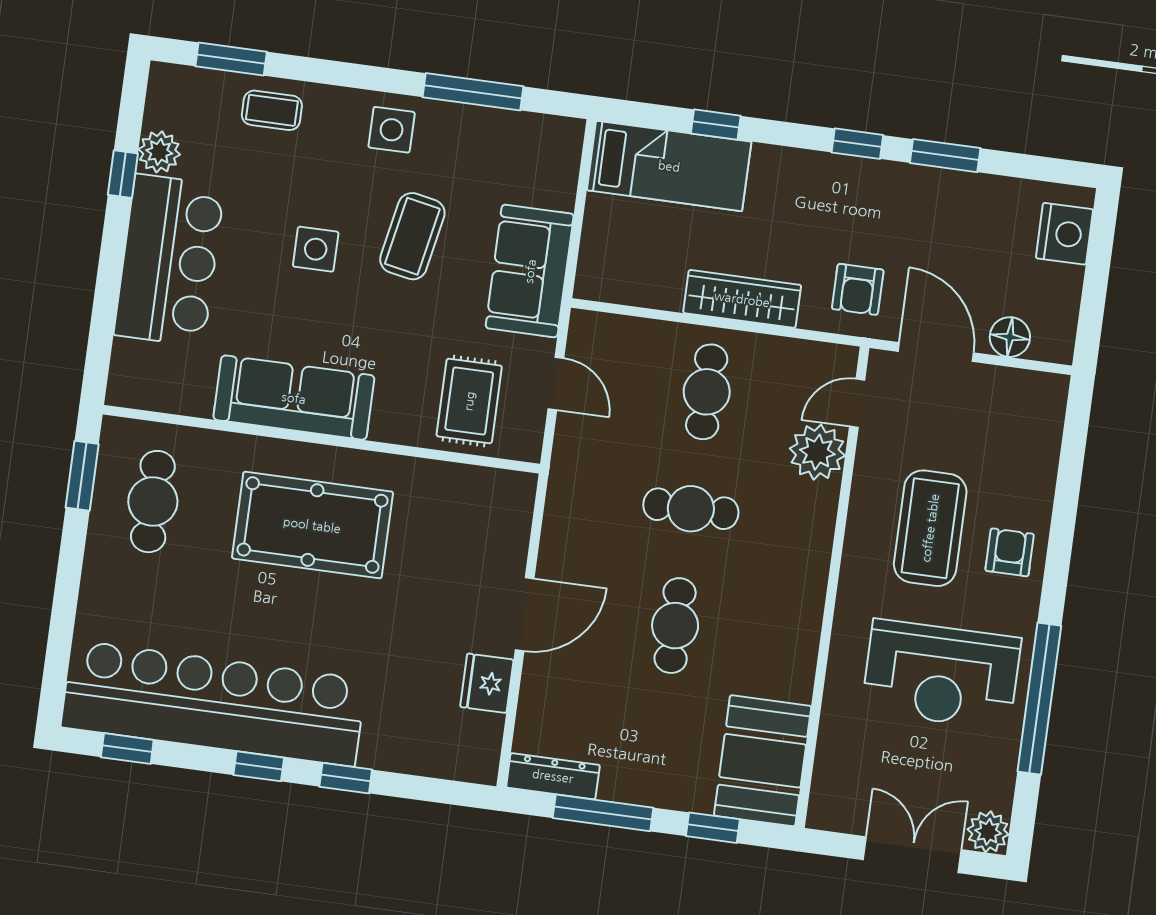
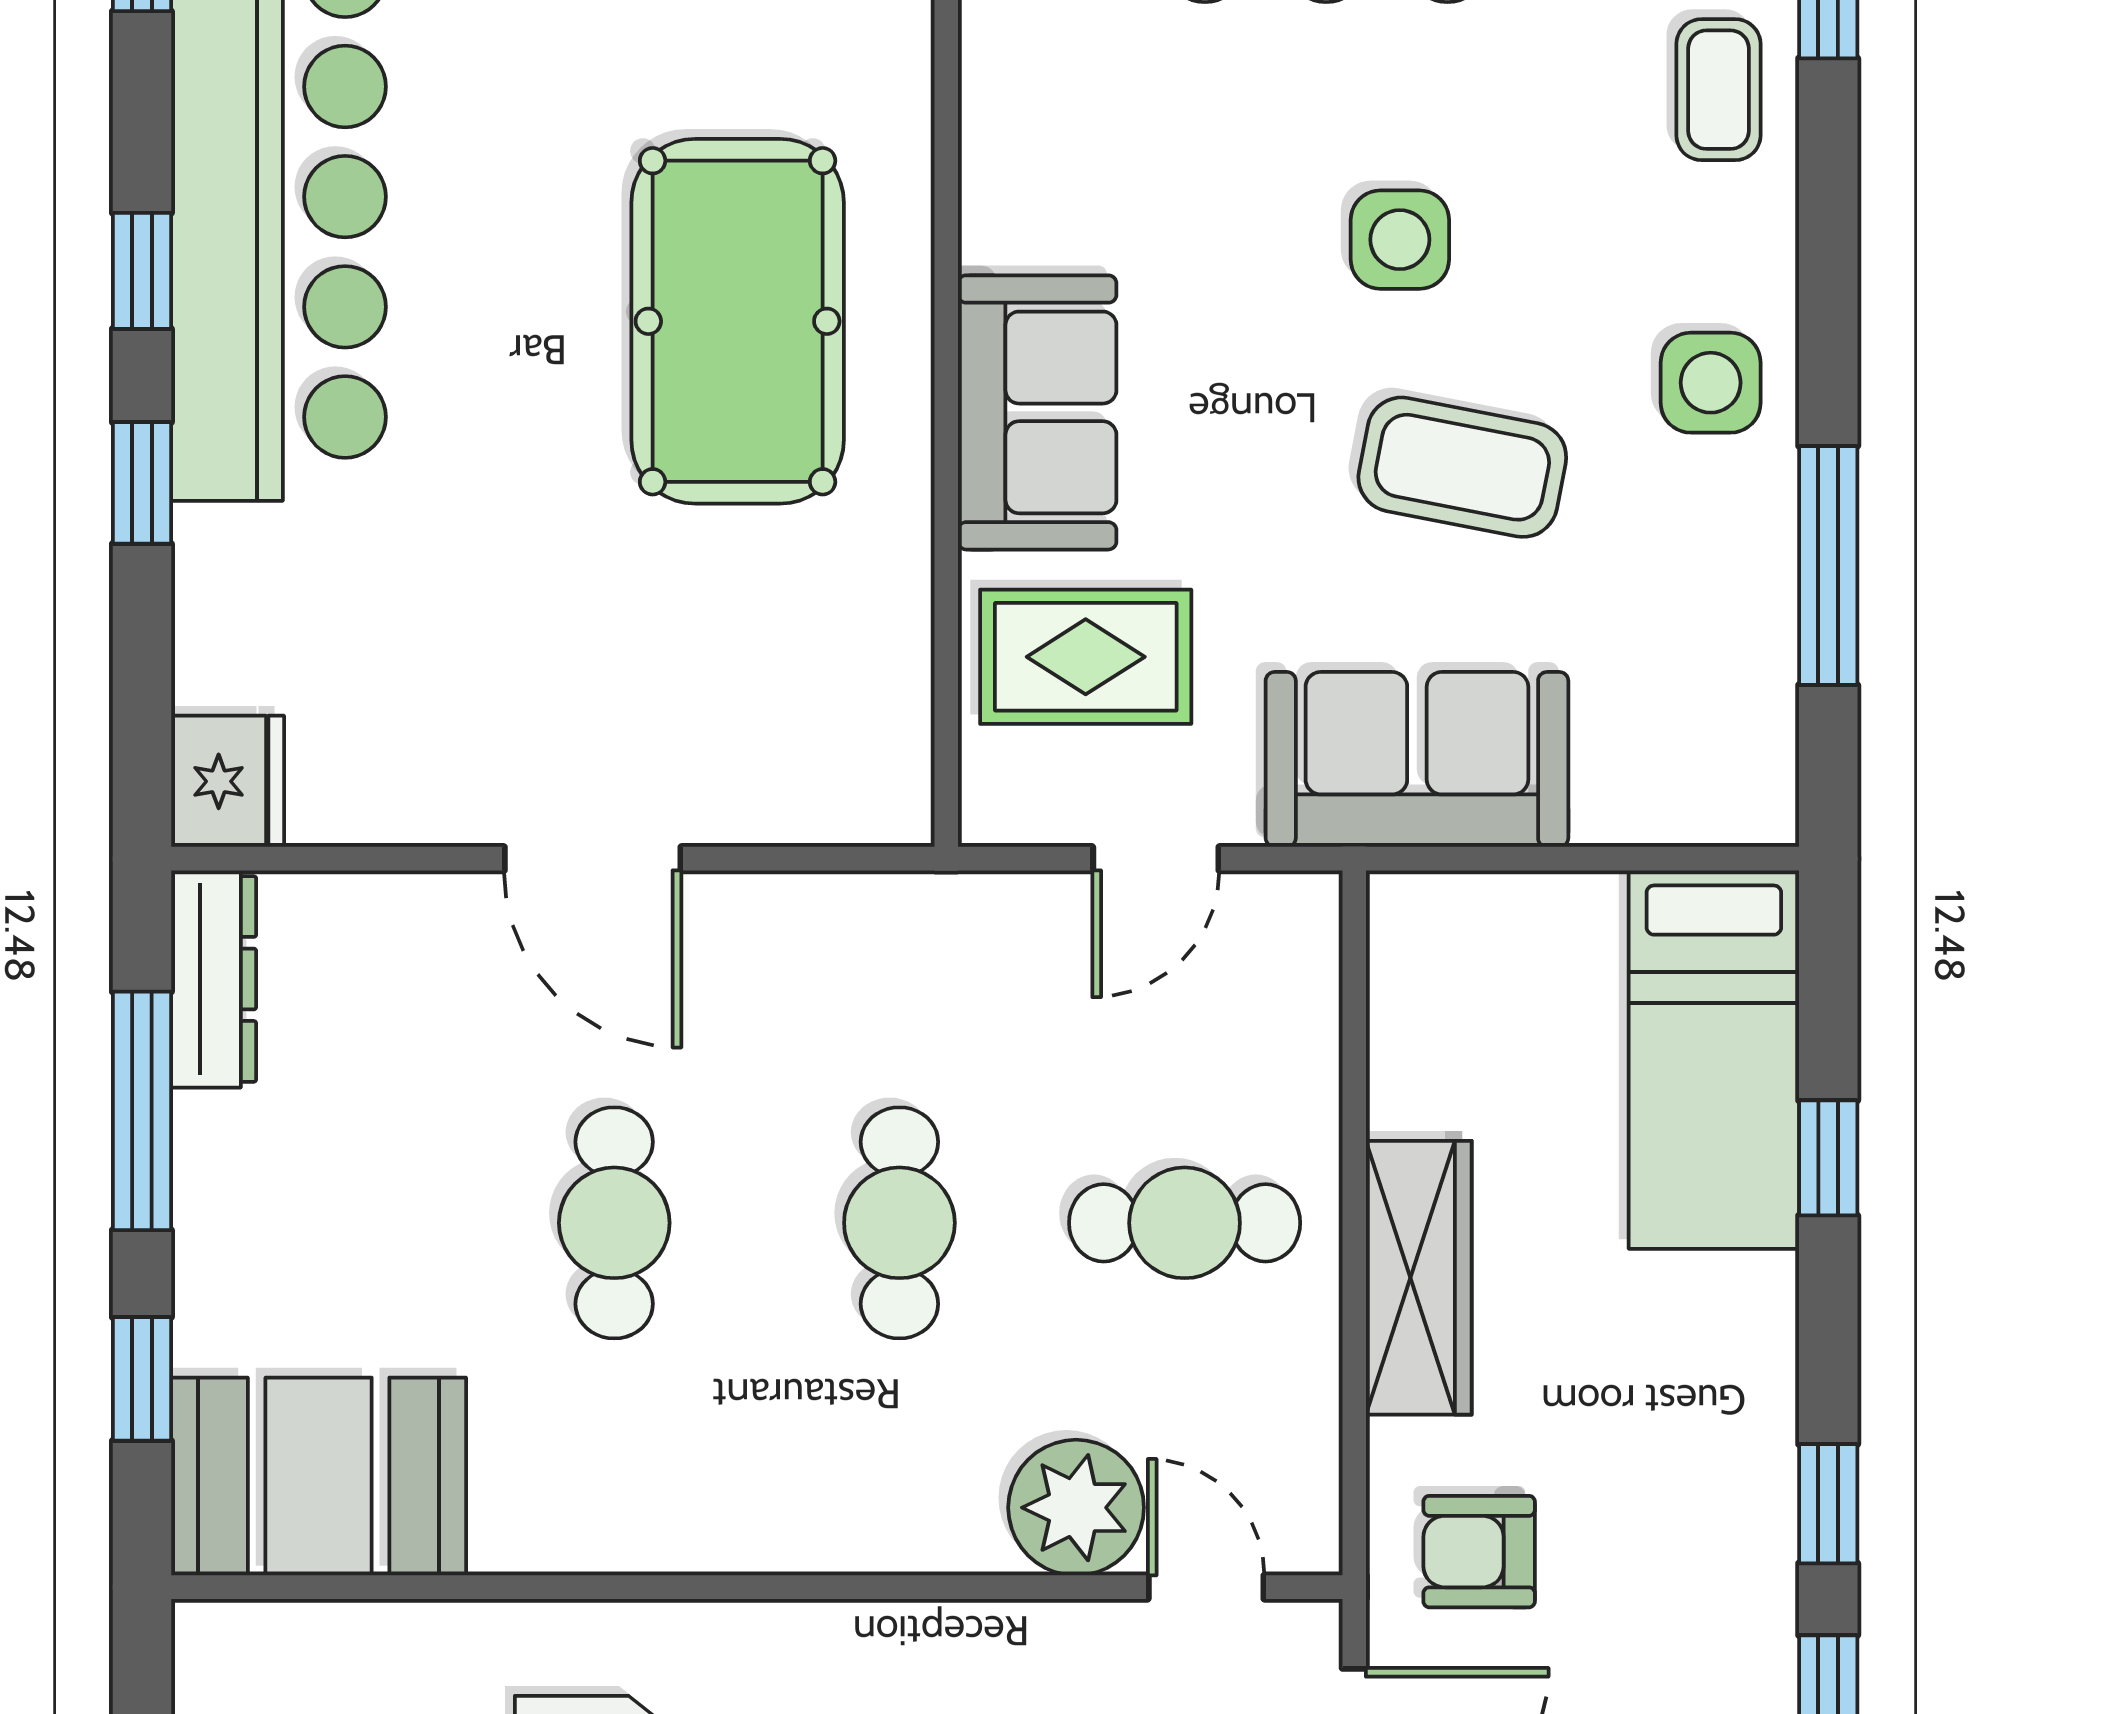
sofa: (294, 398) -> (1037, 412), moved, width x0.73
cafe table: (675, 626) -> (614, 1223), turned 90
fridge: (487, 683) -> (228, 781), moved, turned 90

